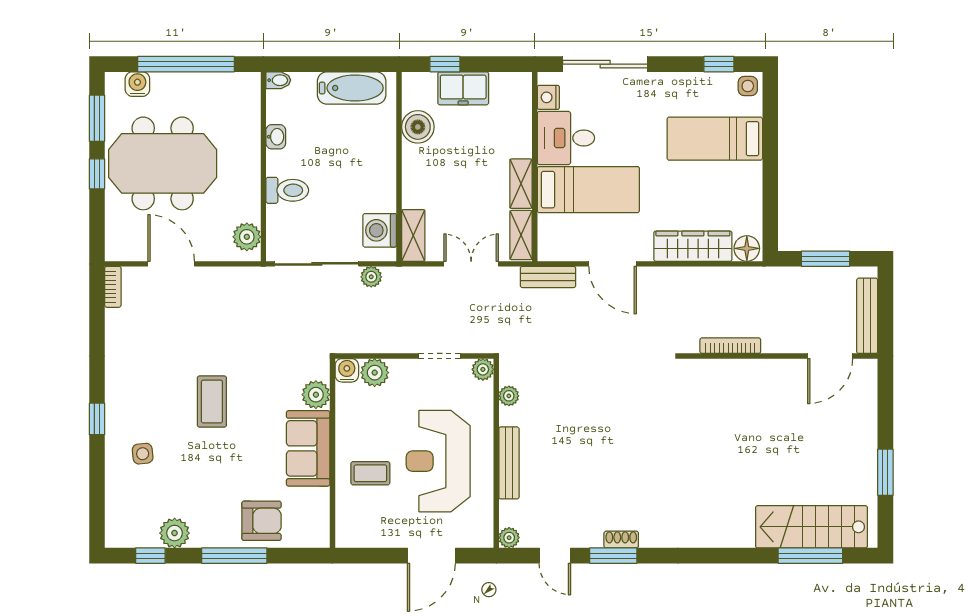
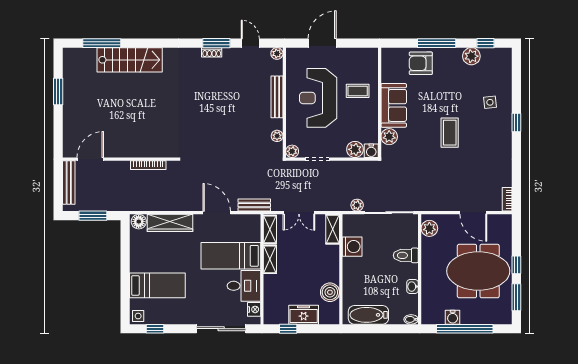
window: (445, 64) -> (288, 329), moved
water cooler: (137, 84) -> (453, 317), moved
washing machine: (380, 230) -> (352, 247), moved
reception desk: (438, 461) -> (318, 98), turned 180
stairs: (812, 527) -> (130, 60), moved

